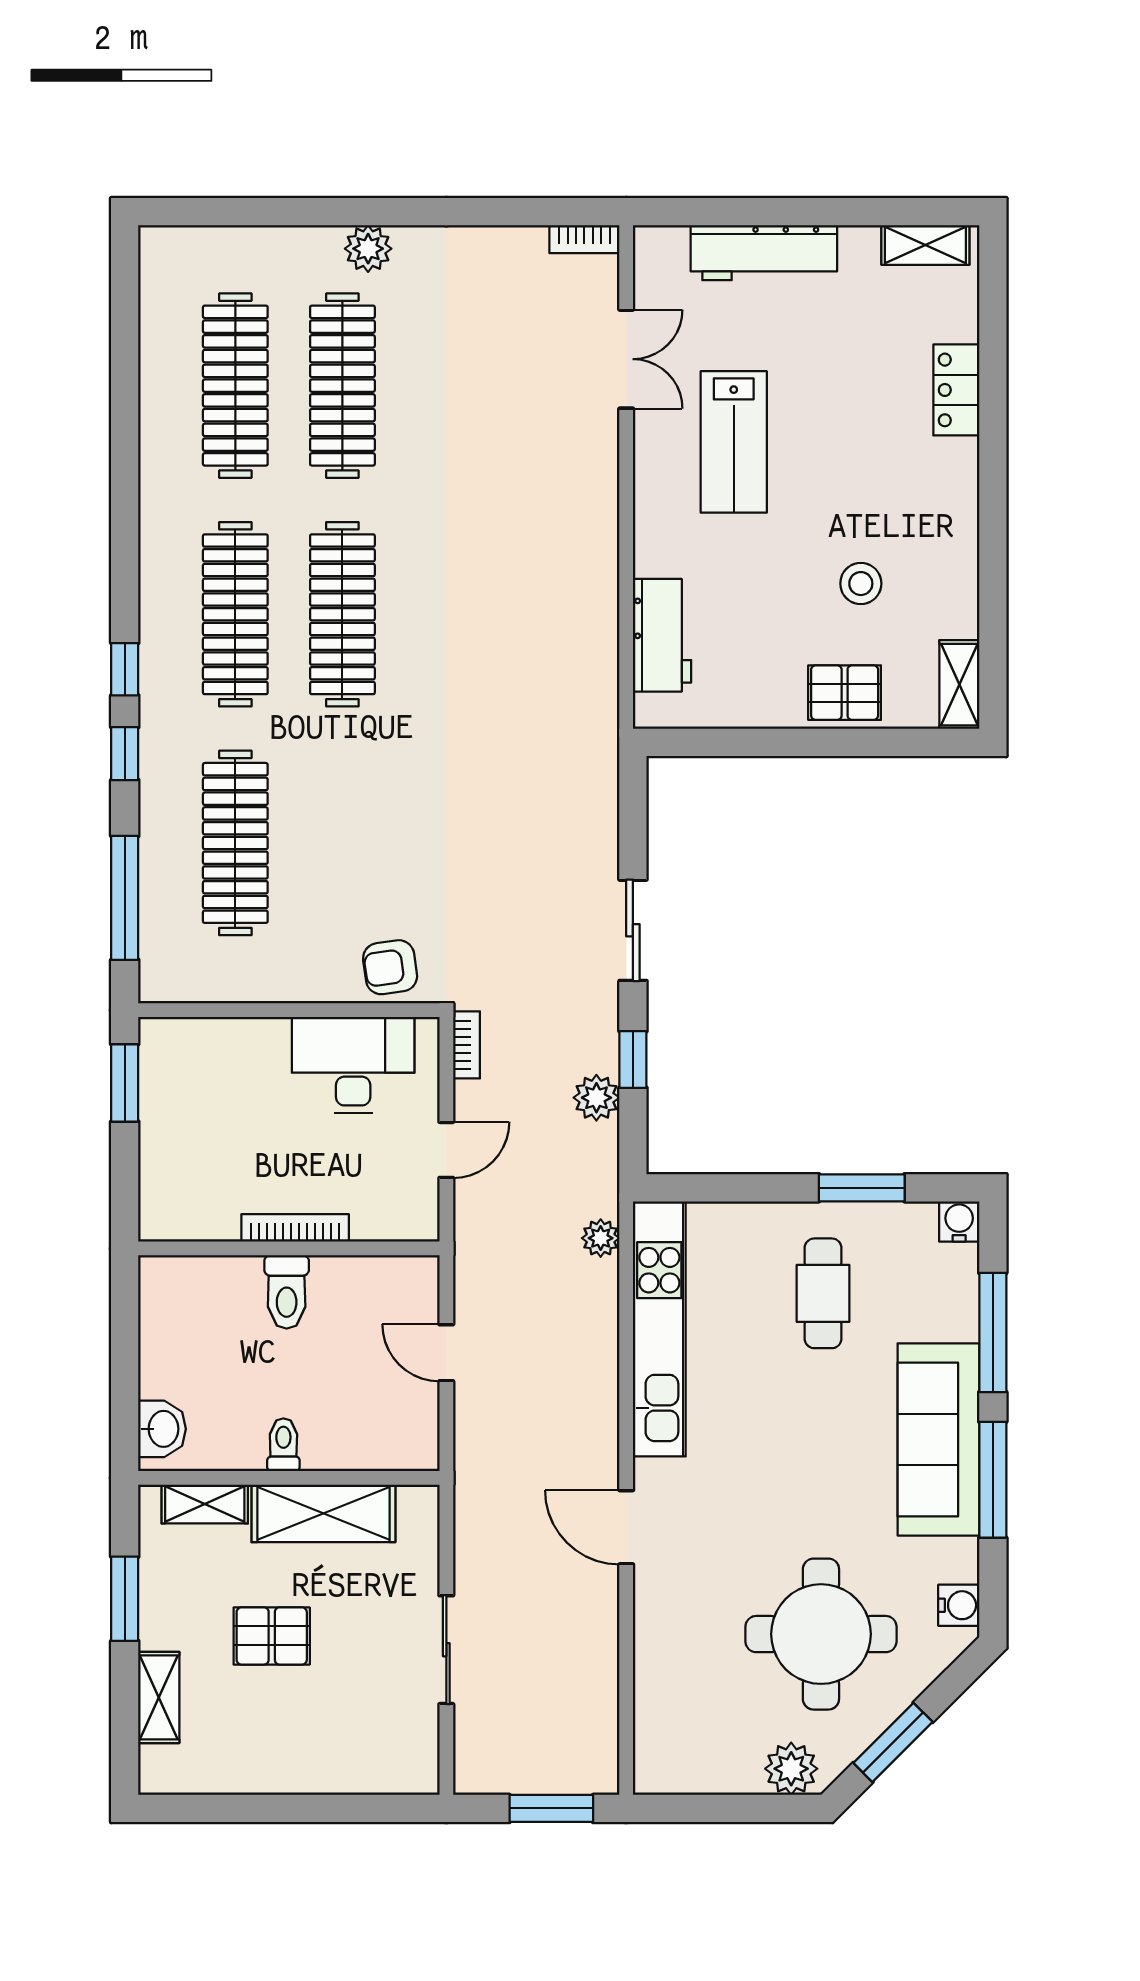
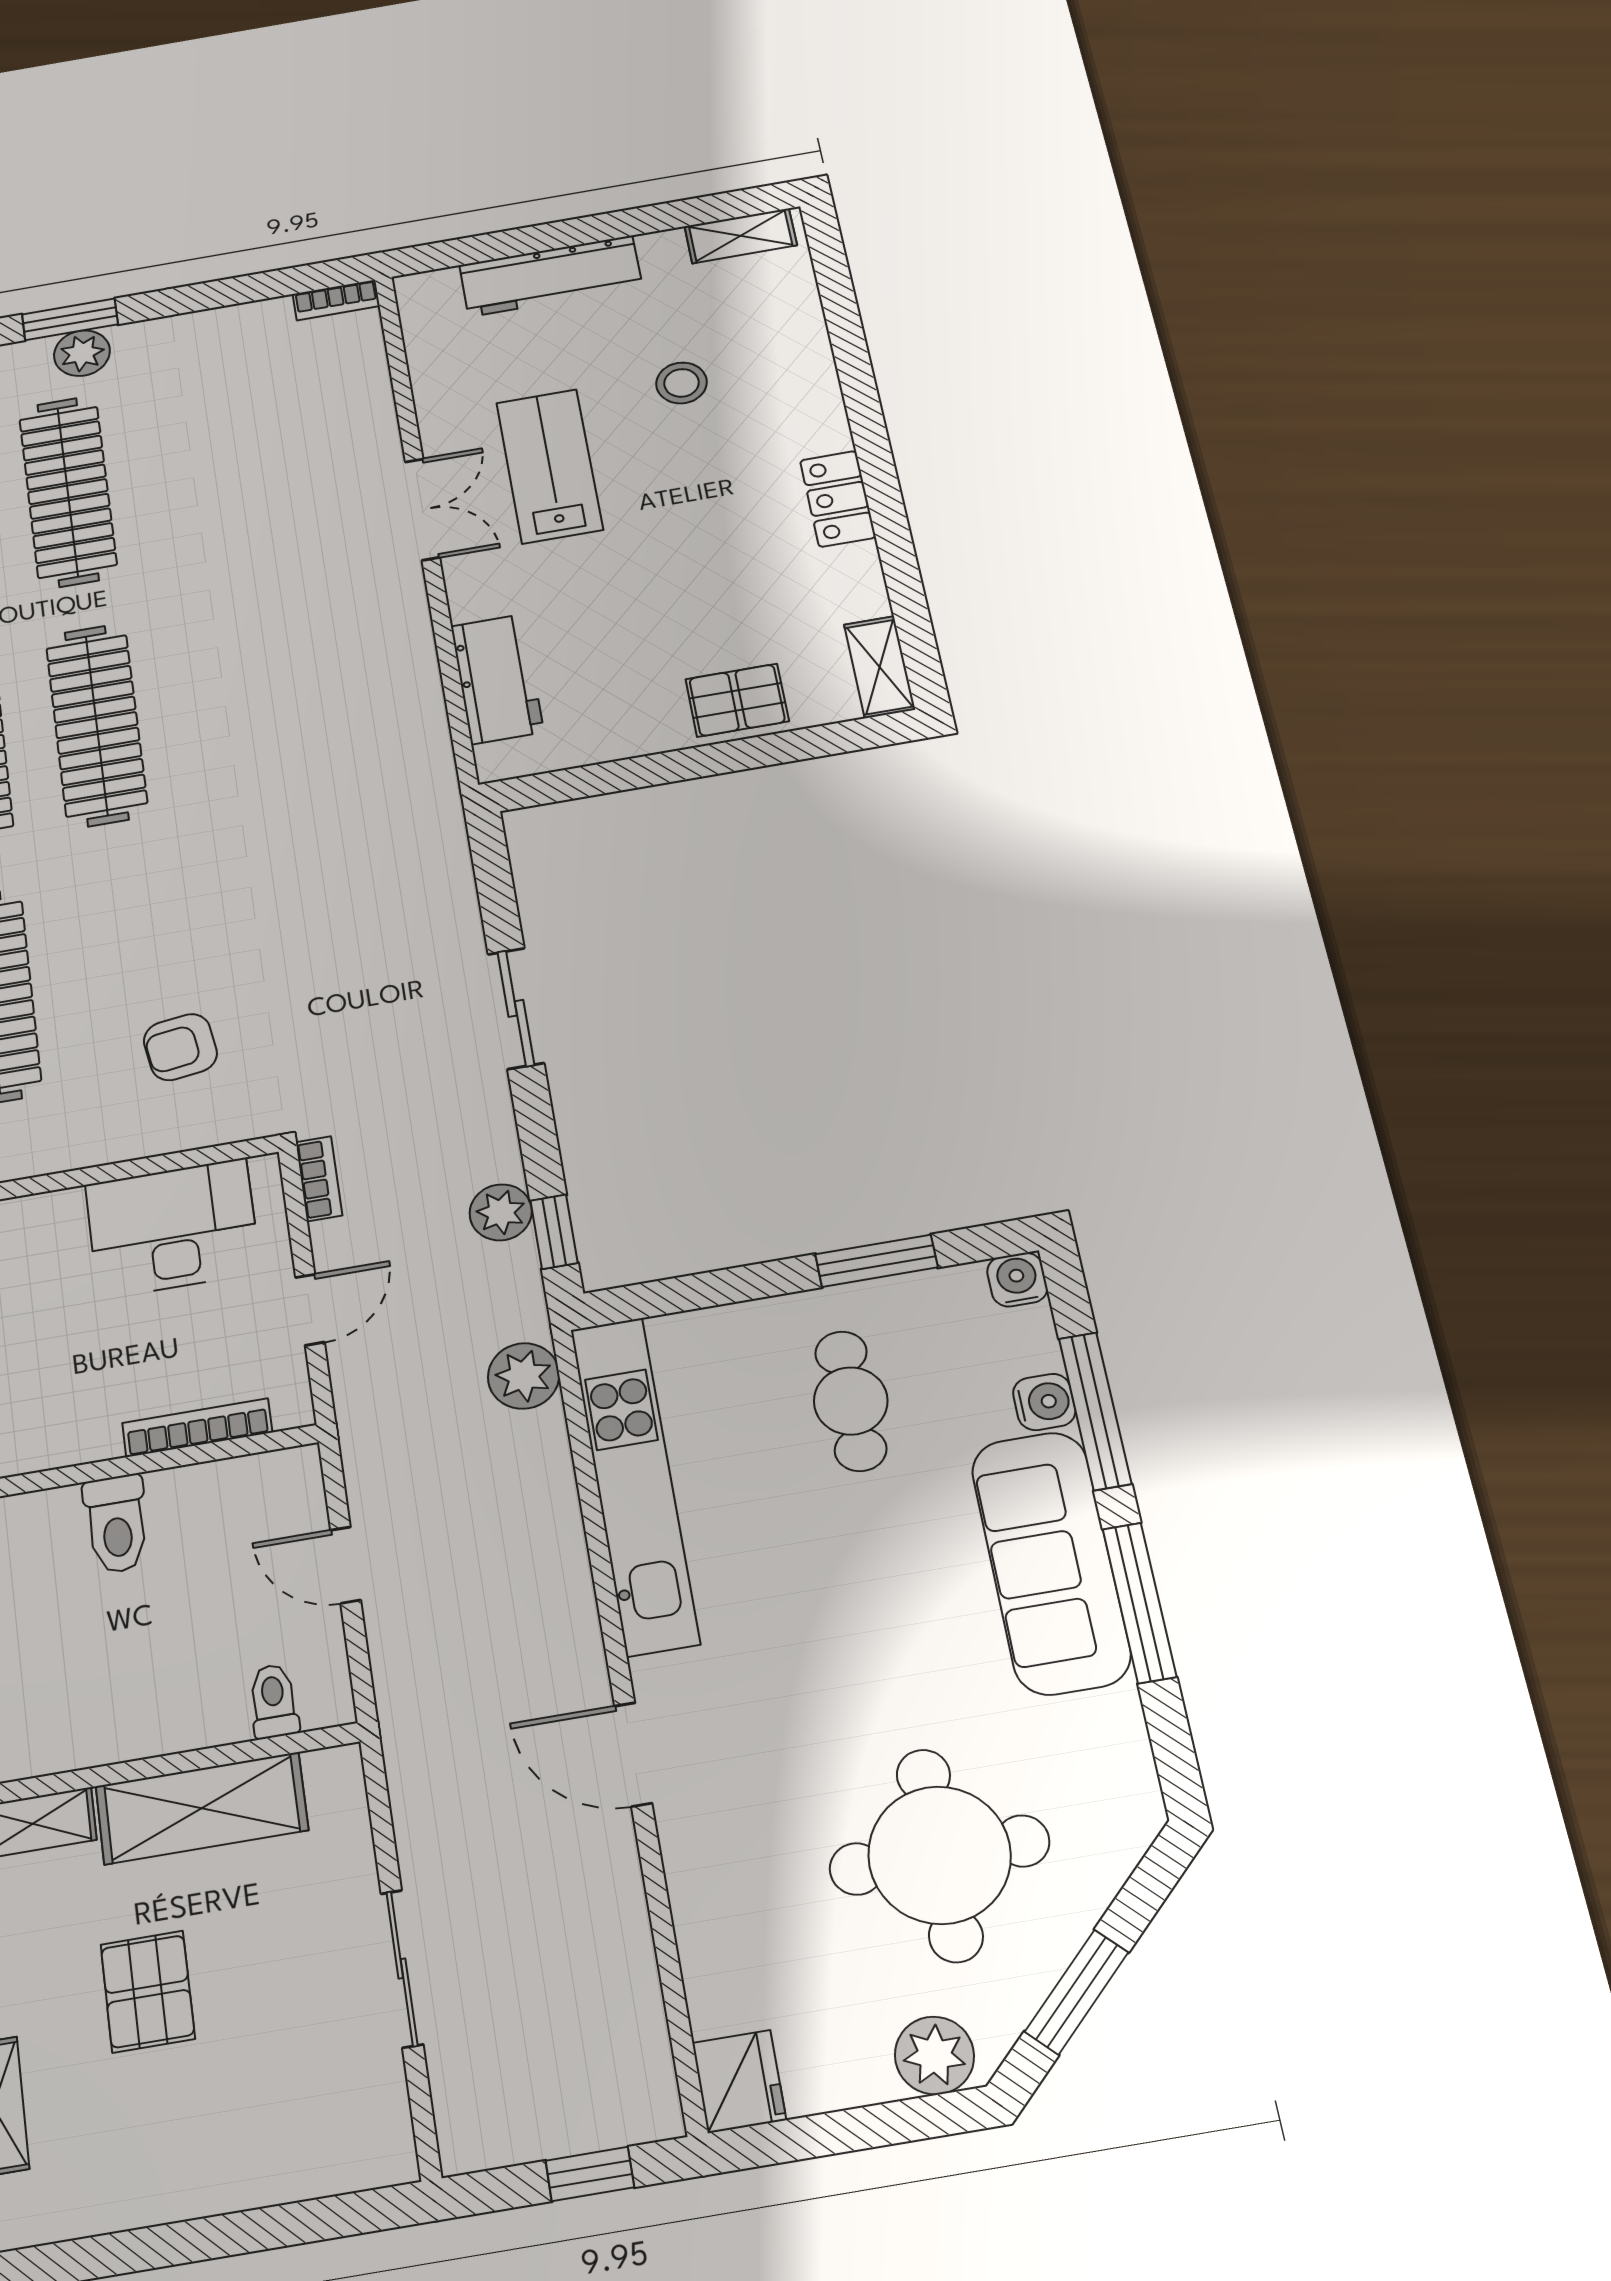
window: (362, 212) -> (70, 319), added
double door: (626, 359) -> (422, 509), moved
locker: (956, 390) -> (838, 499), moved
lab bench: (734, 442) -> (549, 466), turned 180
stool: (861, 584) -> (681, 383), moved
armchair: (390, 967) -> (180, 1047), moved
window: (633, 1059) -> (554, 1232), moved
bookcase: (295, 1228) -> (197, 1428), moved
plant: (601, 1238) -> (524, 1376), width x1.38, depth x1.38
toilet: (283, 1445) -> (274, 1701), moved
water cooler: (959, 1605) -> (1044, 1402), moved
pallet: (272, 1636) -> (148, 1992), turned 90
fridge: (660, 1764) -> (739, 2081), added
window: (551, 1808) -> (590, 2174), width x0.67

